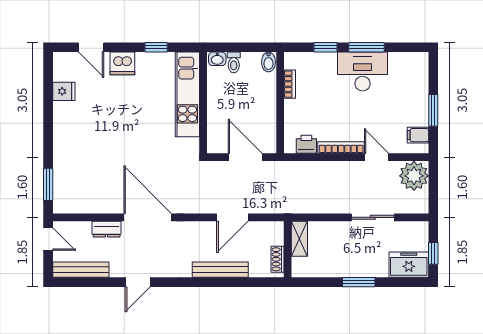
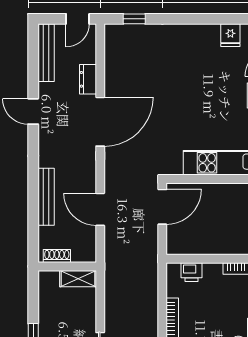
printer: (306, 144) -> (192, 272), moved, turned 90
door: (245, 157) -> (162, 207), moved
window: (48, 184) -> (134, 19), width x0.67

